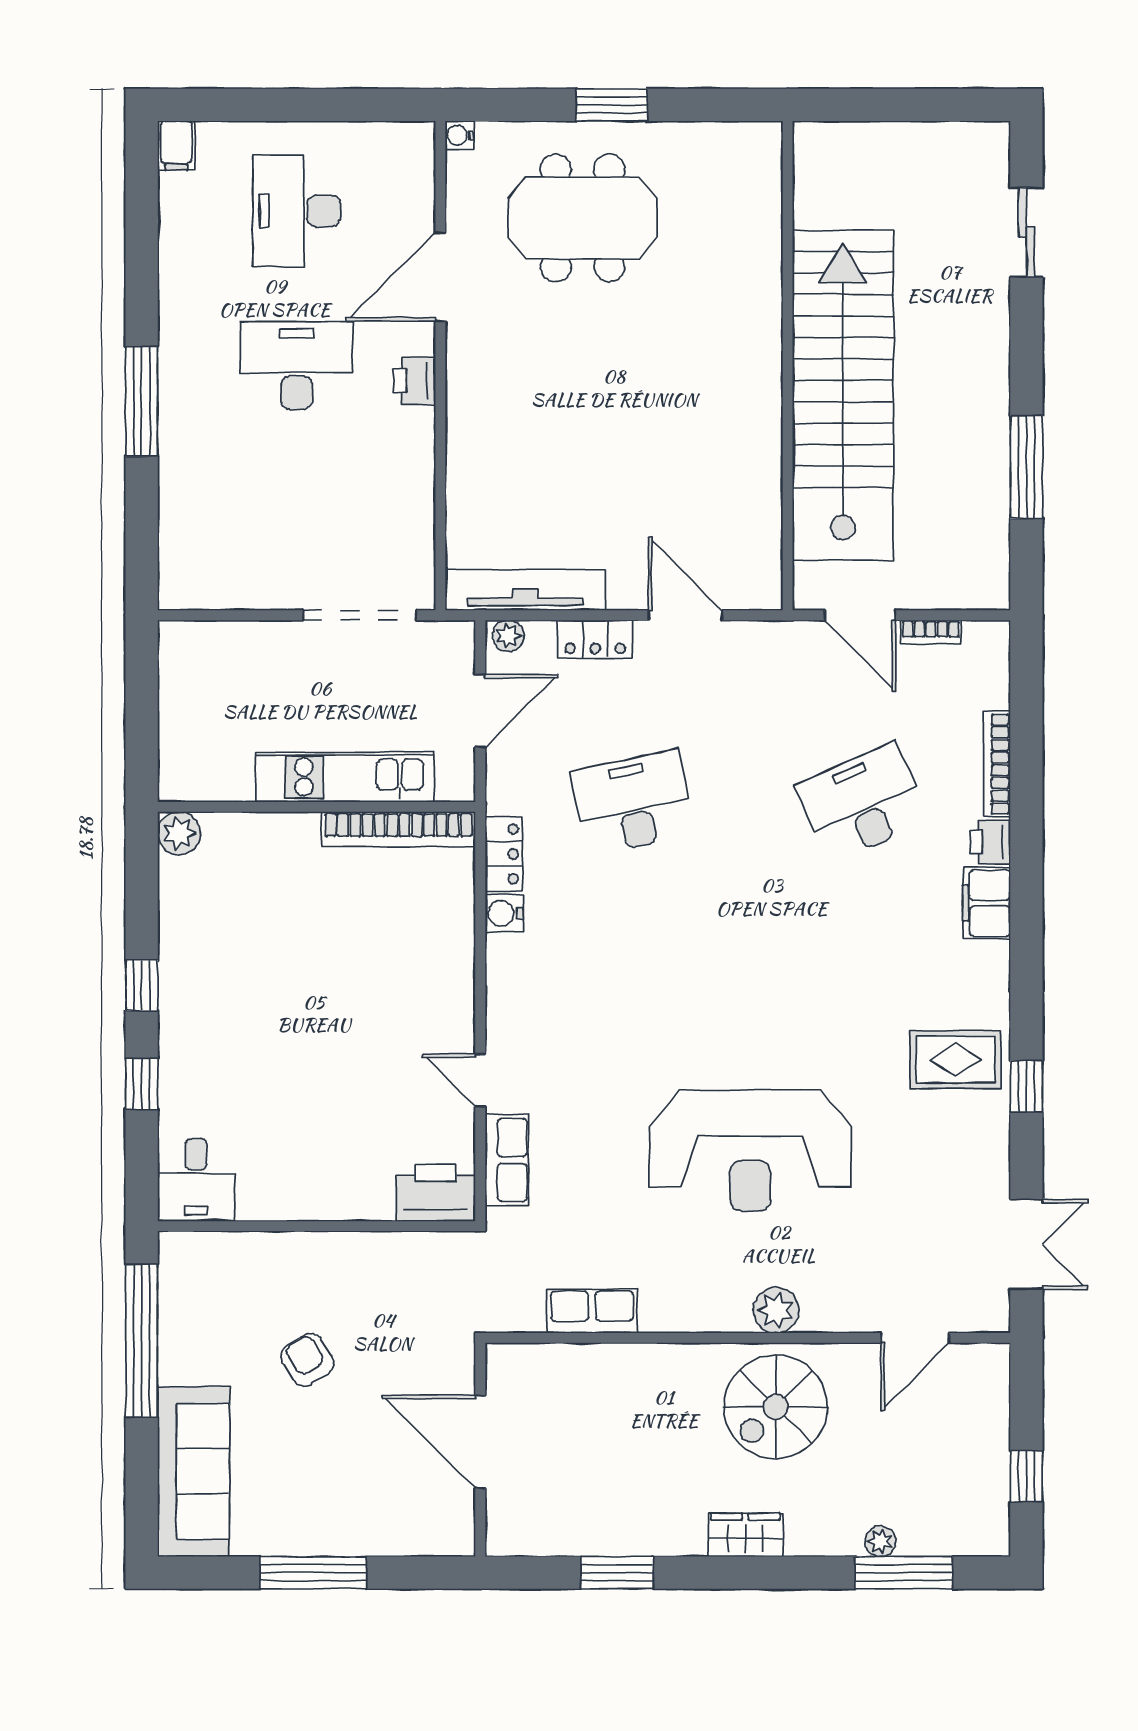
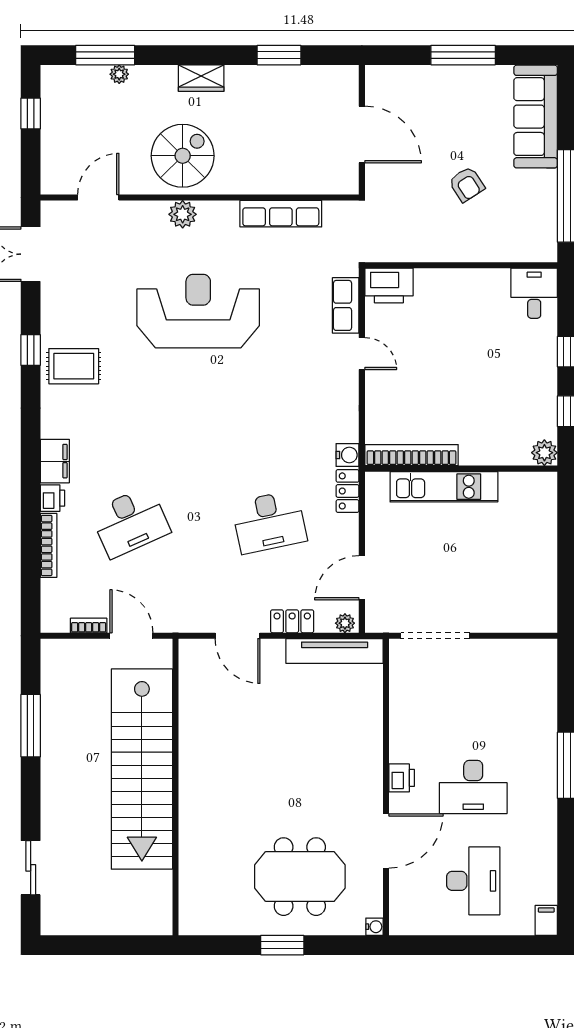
kitchen unit: (345, 777) -> (444, 487), moved
wall: (317, 807) -> (461, 469), moved
bookcase: (398, 829) -> (411, 455), moved
plant: (179, 833) -> (544, 453), moved
row of seats: (592, 1311) -> (281, 214), width x1.48

